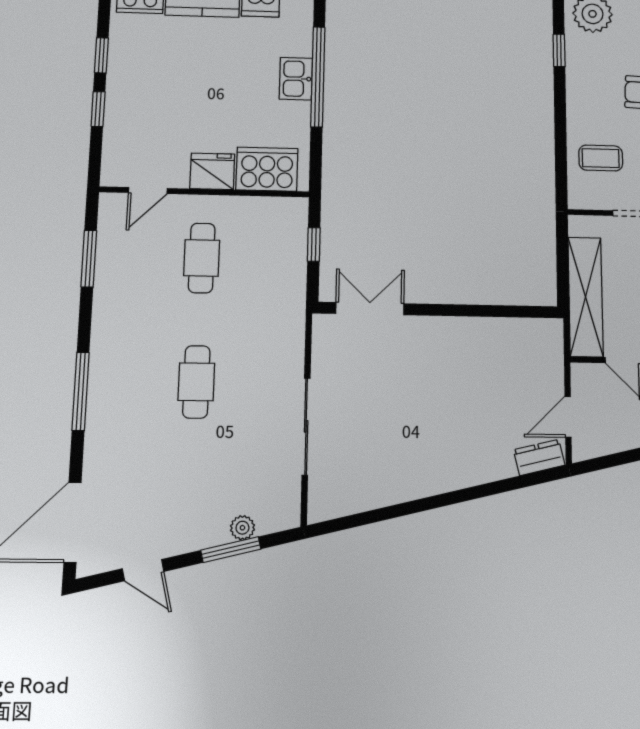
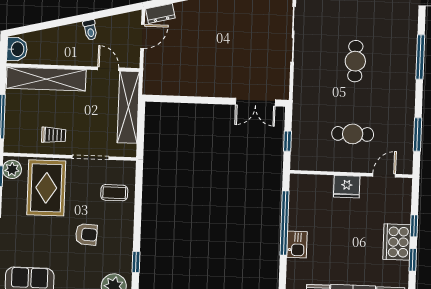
window: (318, 77) -> (285, 223), moved
cooker: (267, 169) -> (397, 242), moved, turned 90
cafe table: (202, 258) -> (353, 134), turned 90

